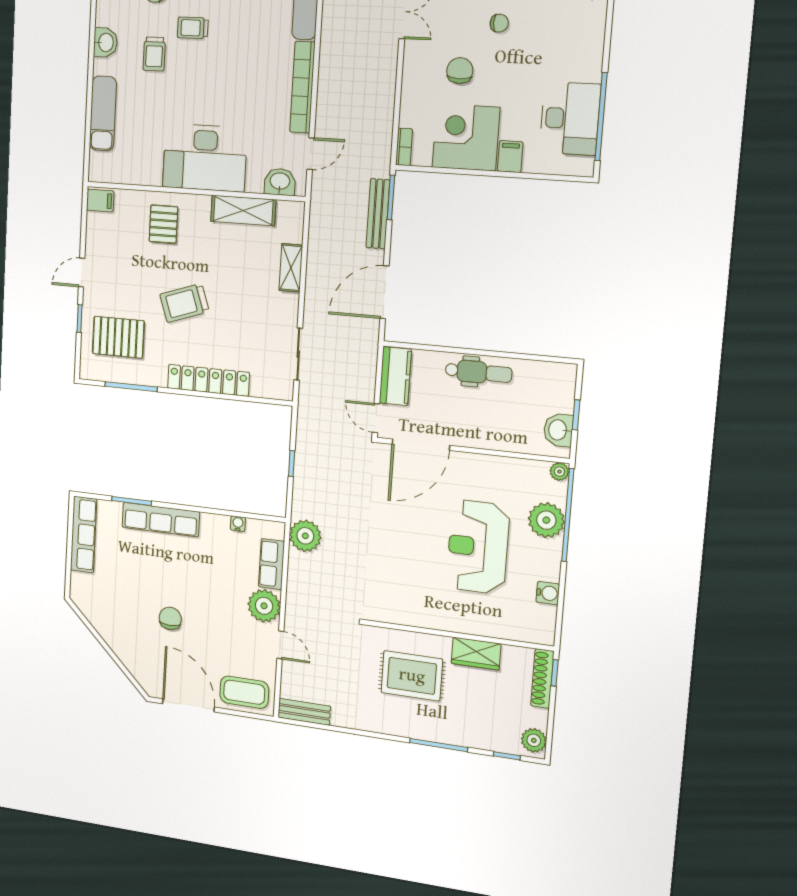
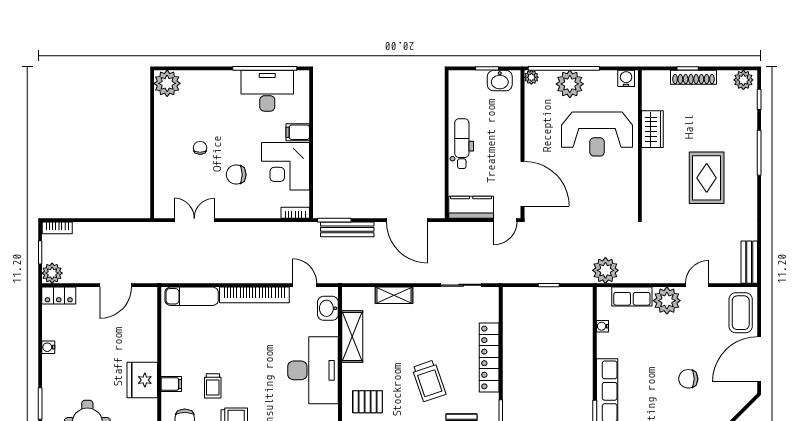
wall: (458, 635) -> (640, 144), moved
wardrobe: (476, 654) -> (652, 129), moved

